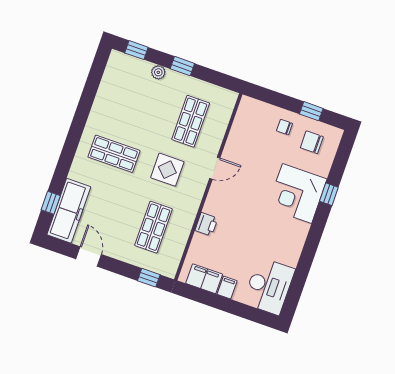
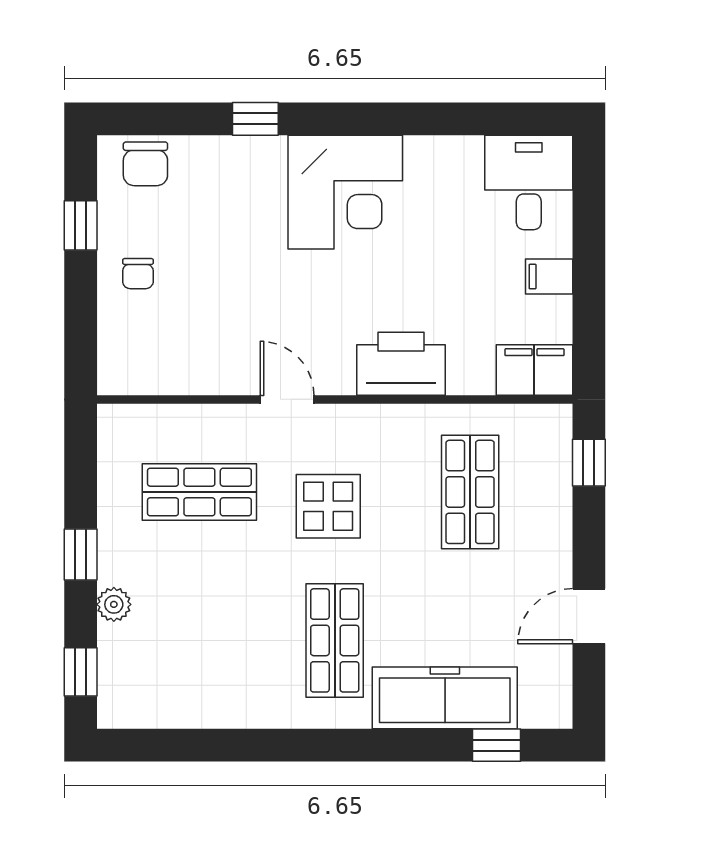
chair: (312, 142) -> (145, 164), moved
corner desk: (297, 193) -> (345, 192), moved
freezer: (69, 211) -> (445, 698), moved
printer: (206, 224) -> (401, 364), width x1.87, depth x1.48
shop shelf: (153, 227) -> (470, 492), turned 90
filing cabinet: (204, 279) -> (534, 370), moved, turned 90
desk: (269, 286) -> (529, 182), width x0.73

